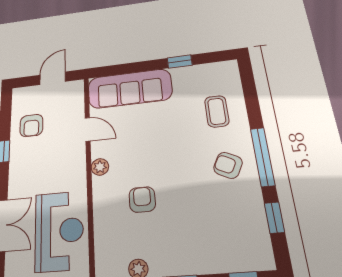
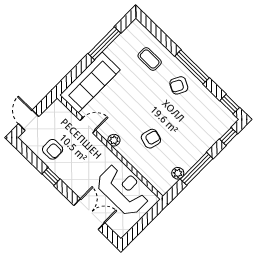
window: (180, 62) -> (104, 43), width x2.17
door: (53, 78) -> (29, 120), moved
armchair: (142, 200) -> (151, 139), turned 105
window: (274, 218) -> (230, 104), moved

